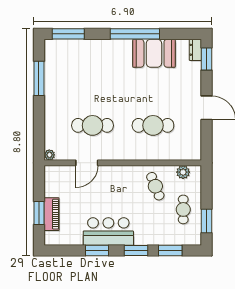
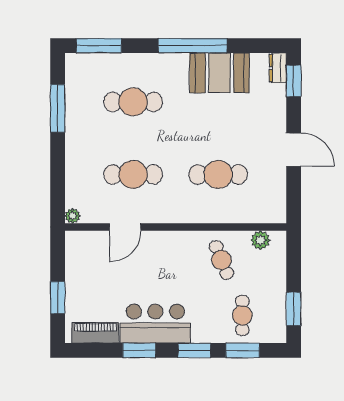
cafe table: (93, 74) -> (133, 102), added
cafe table: (183, 209) -> (242, 315), moved
piano: (51, 214) -> (95, 333), moved, turned -90

